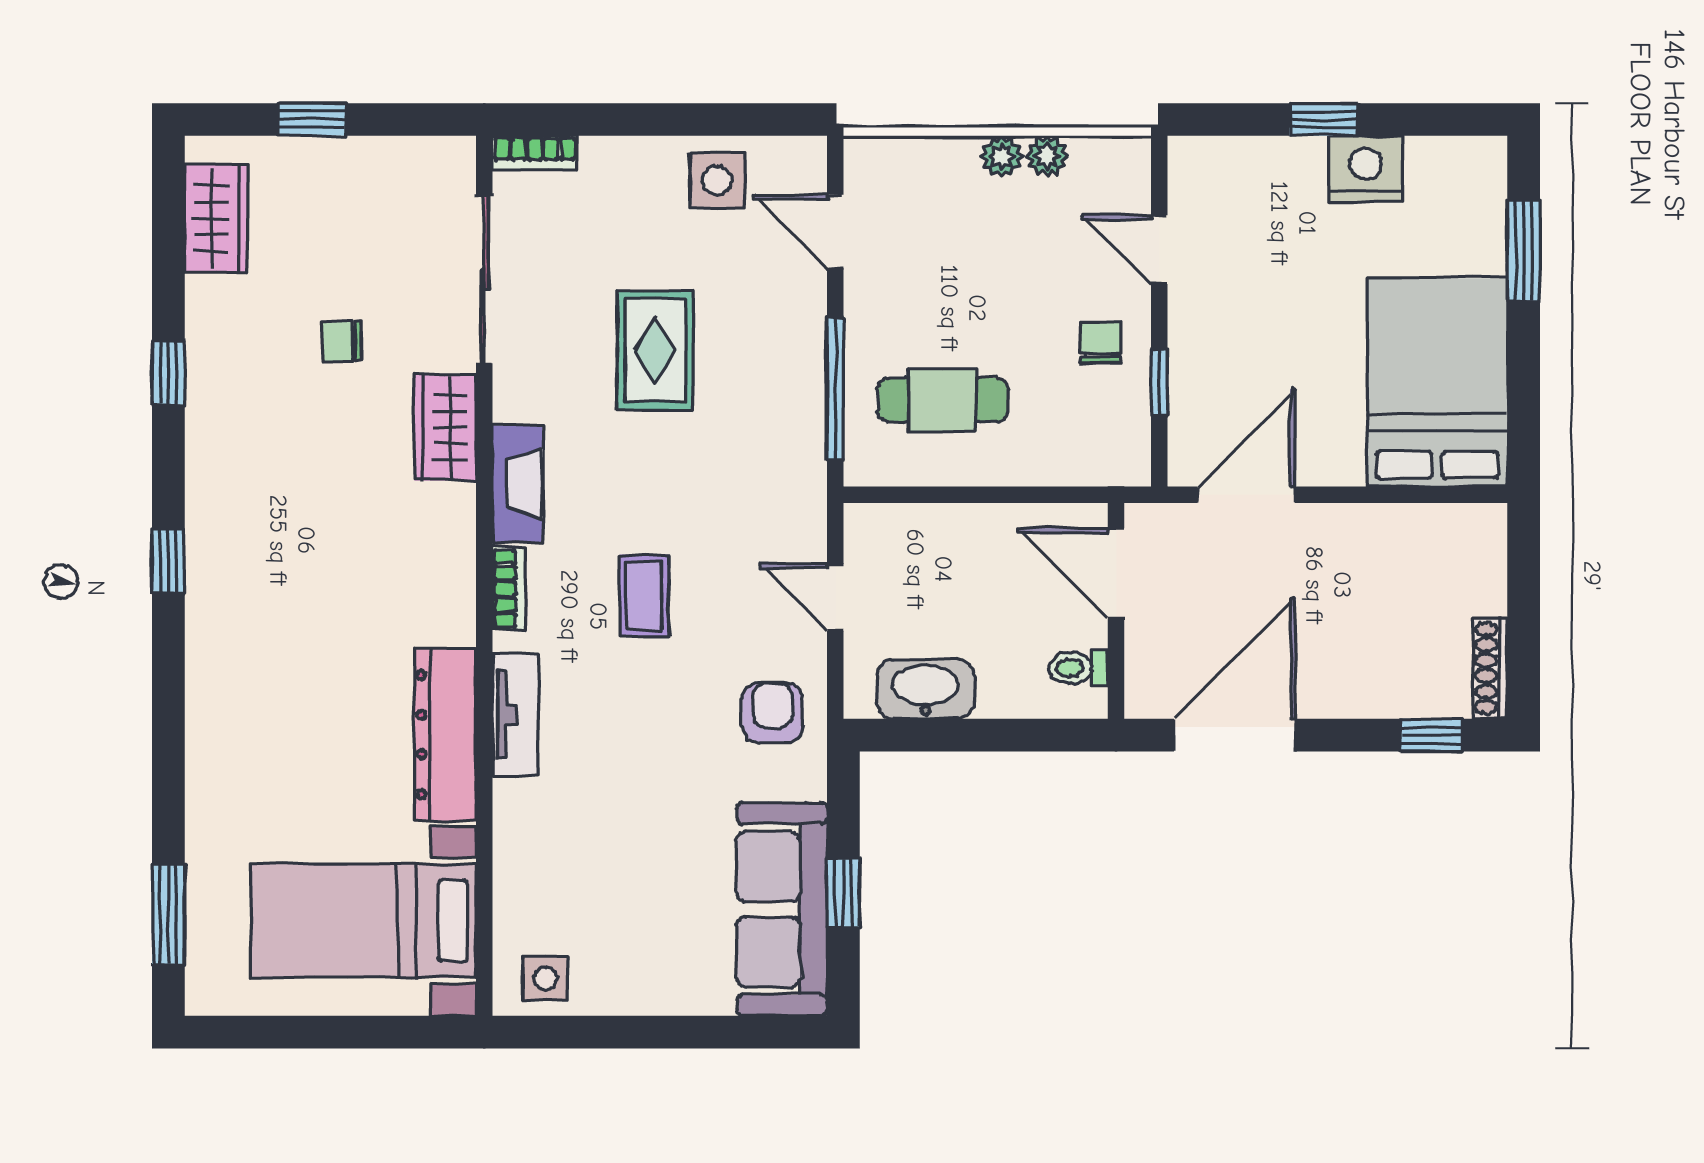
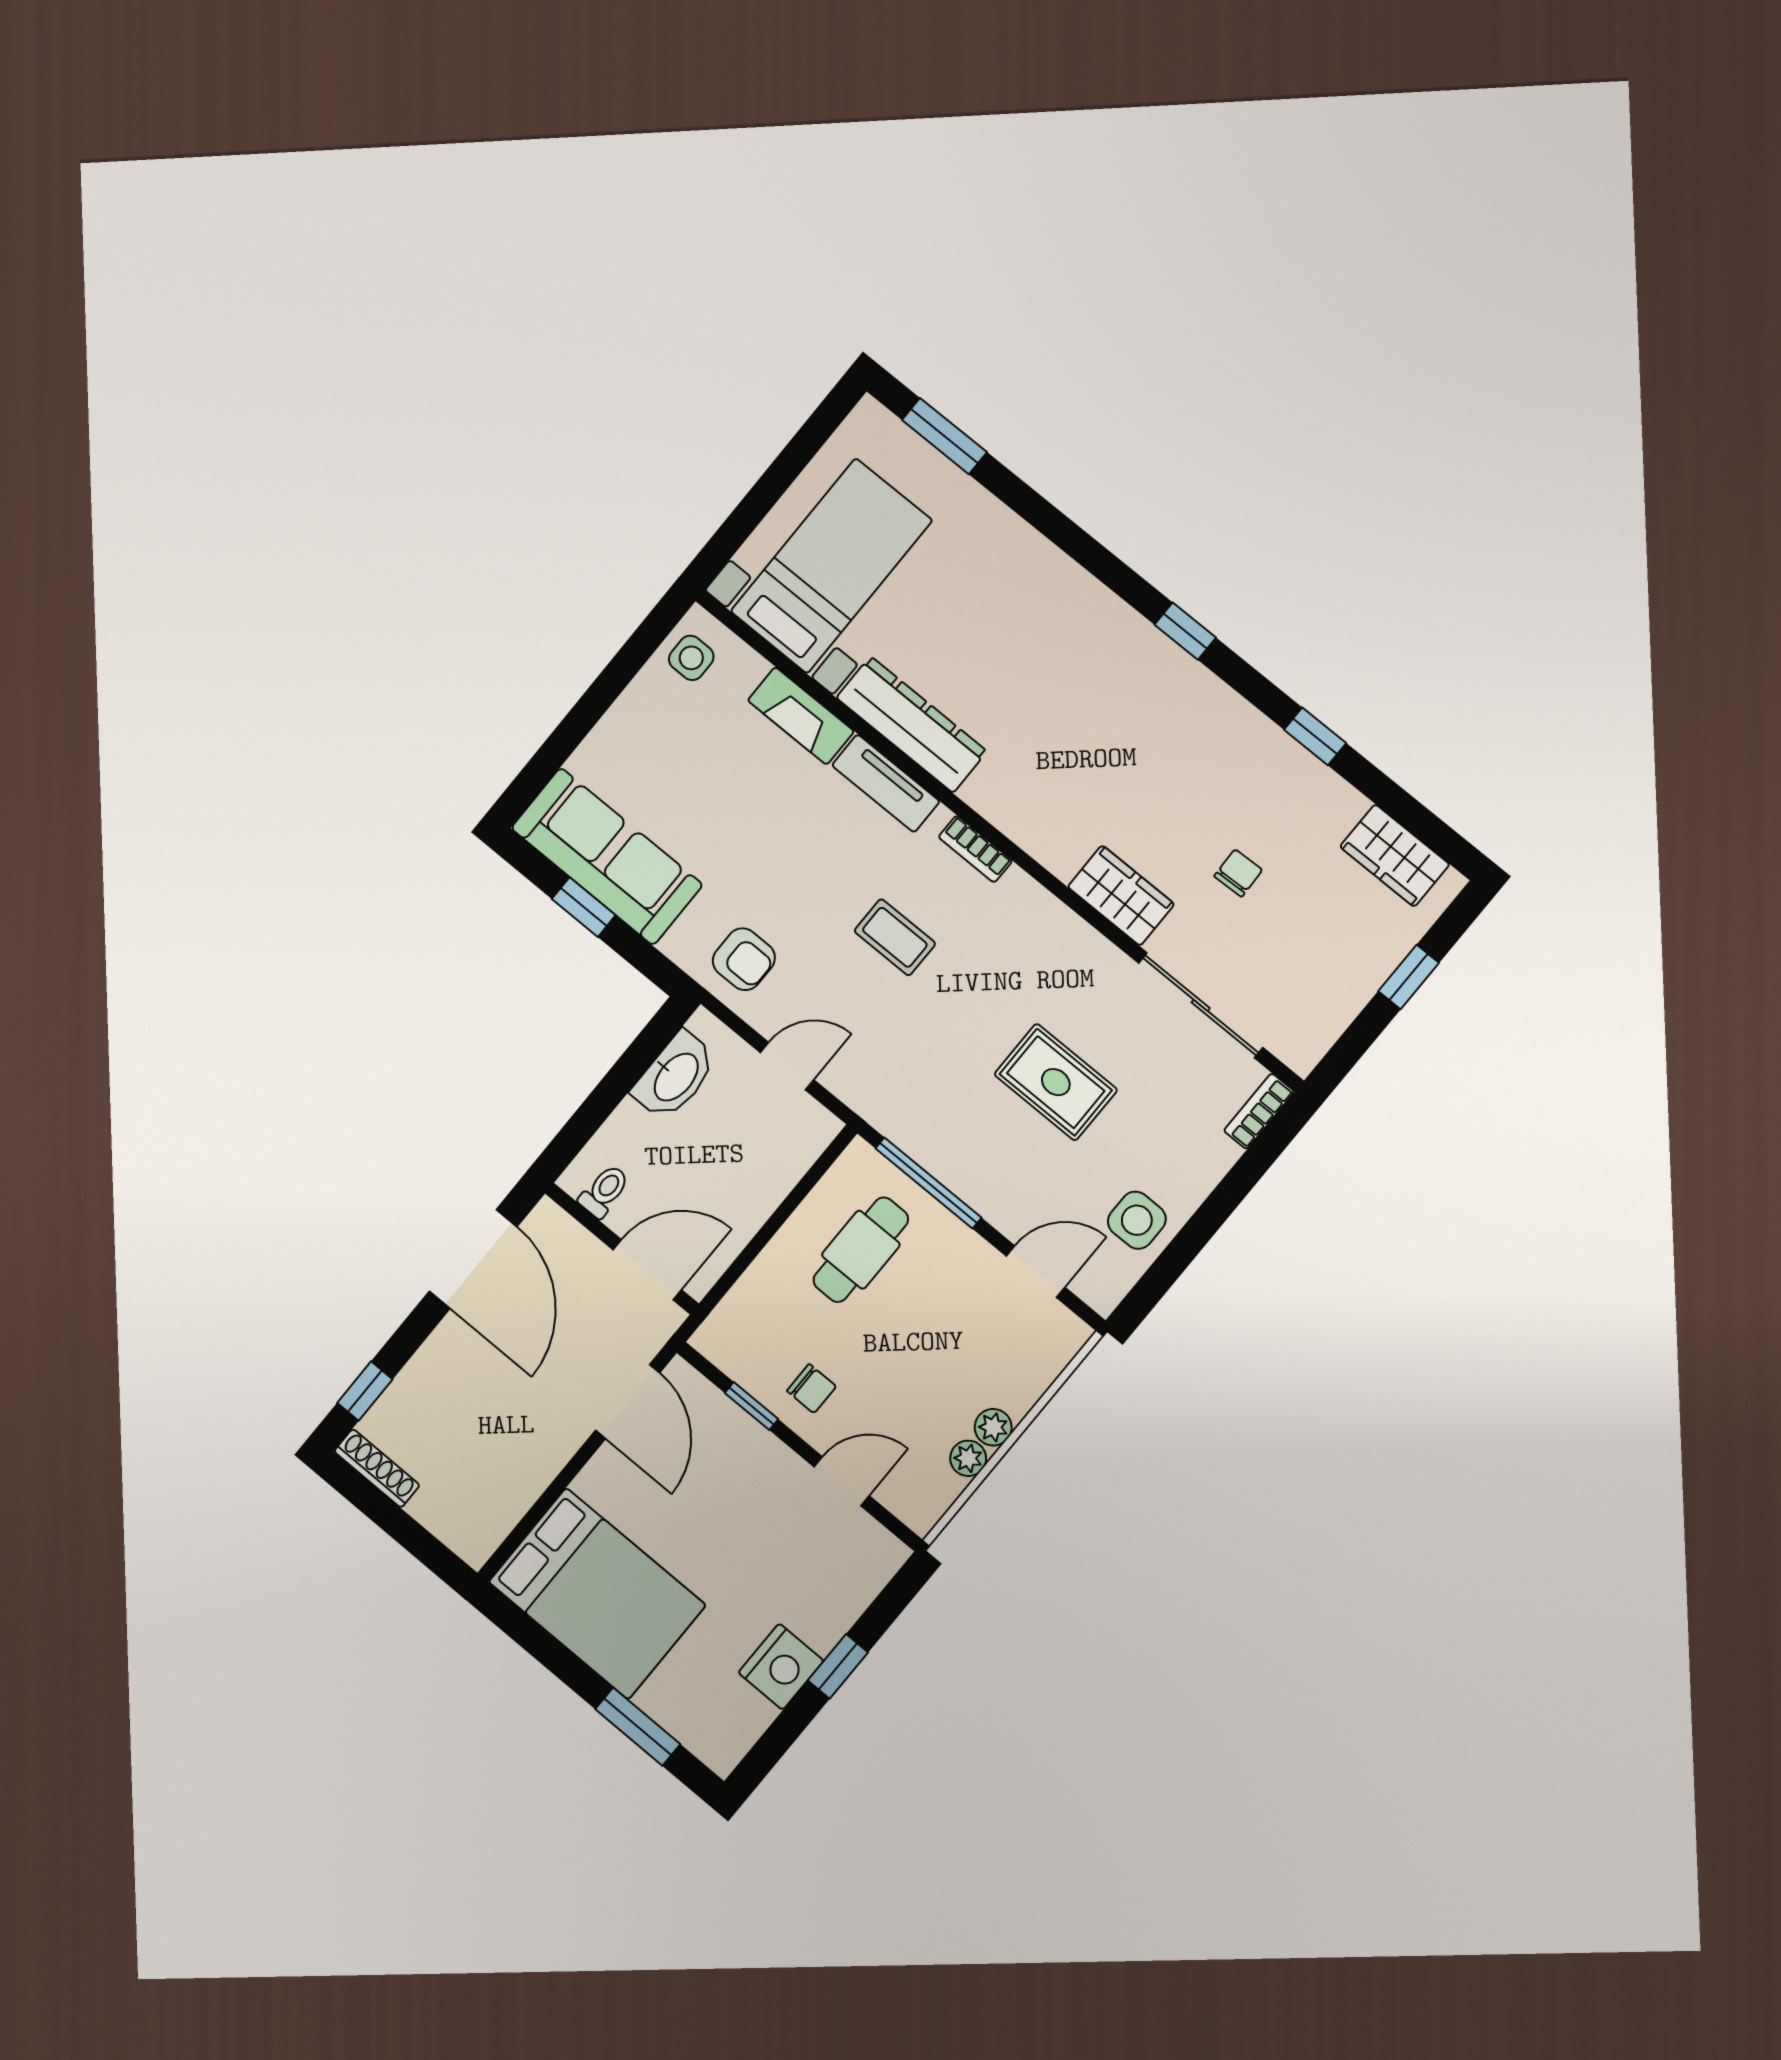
fireplace: (517, 484) -> (801, 716), moved

